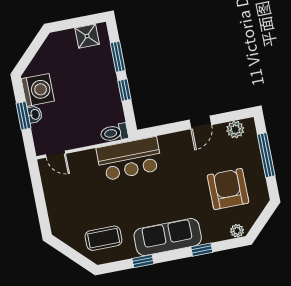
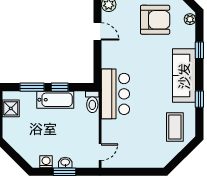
bathtub: (108, 88) -> (55, 100), added
washing machine: (38, 90) -> (46, 162), width x0.53, depth x0.53
armchair: (228, 189) -> (155, 20), turned 180

